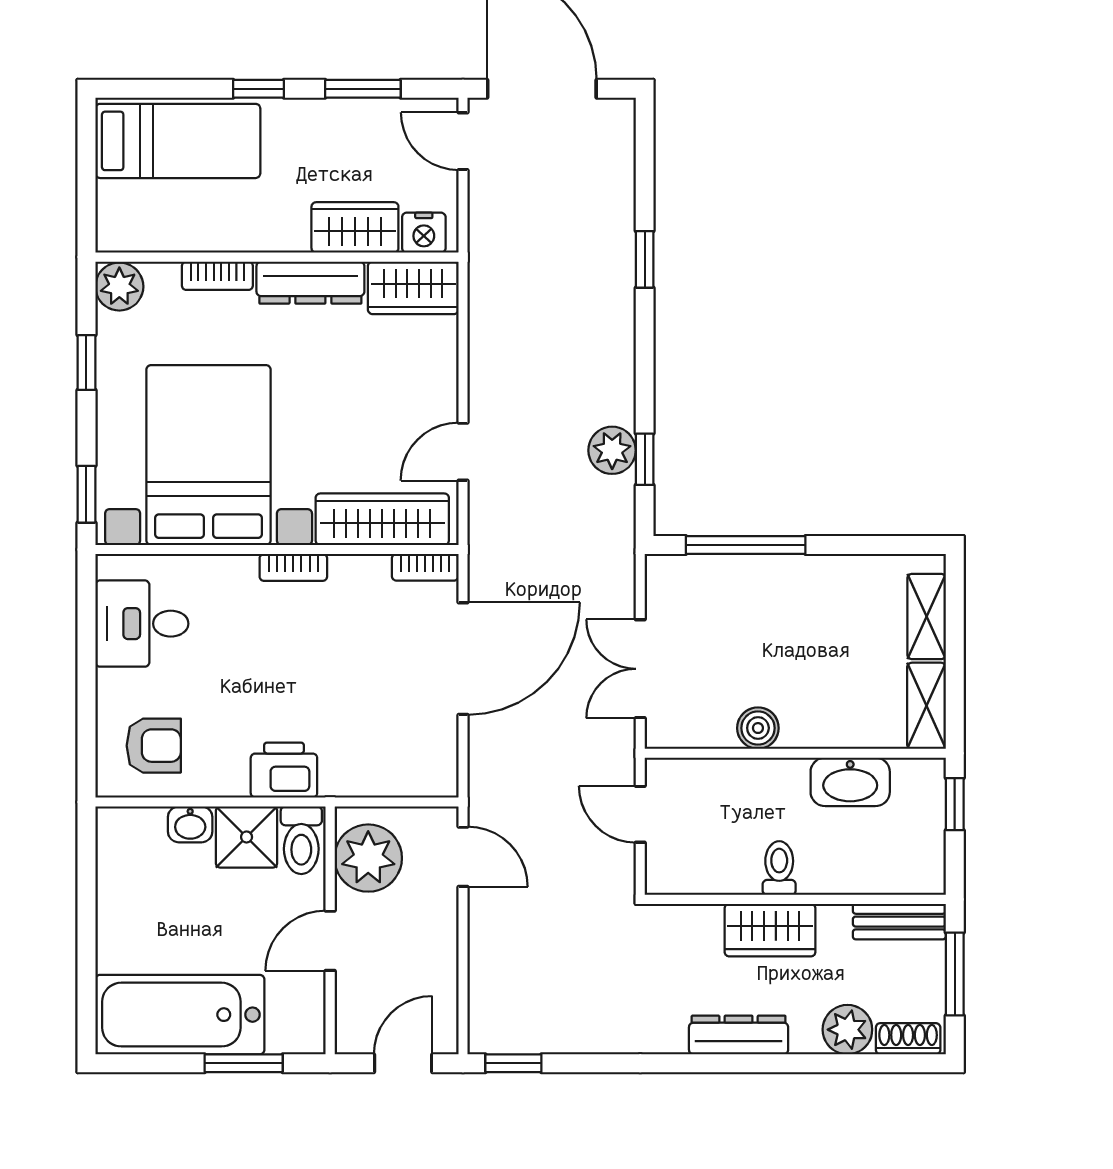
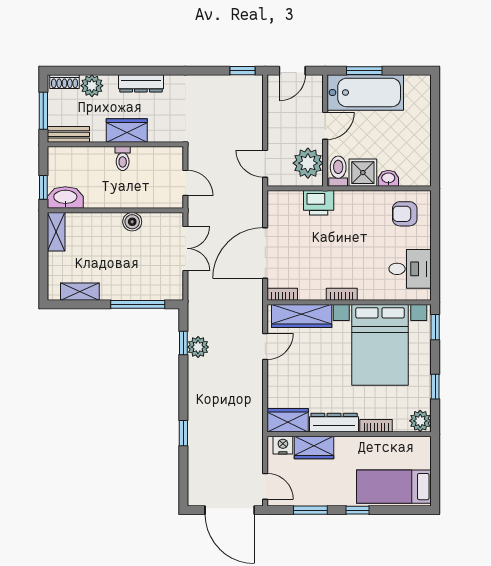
shelving: (927, 617) -> (80, 292), moved, turned 90
printer: (284, 770) -> (319, 203), moved
washbasin: (850, 782) -> (65, 197), moved
bathtub: (180, 1015) -> (365, 92), moved

